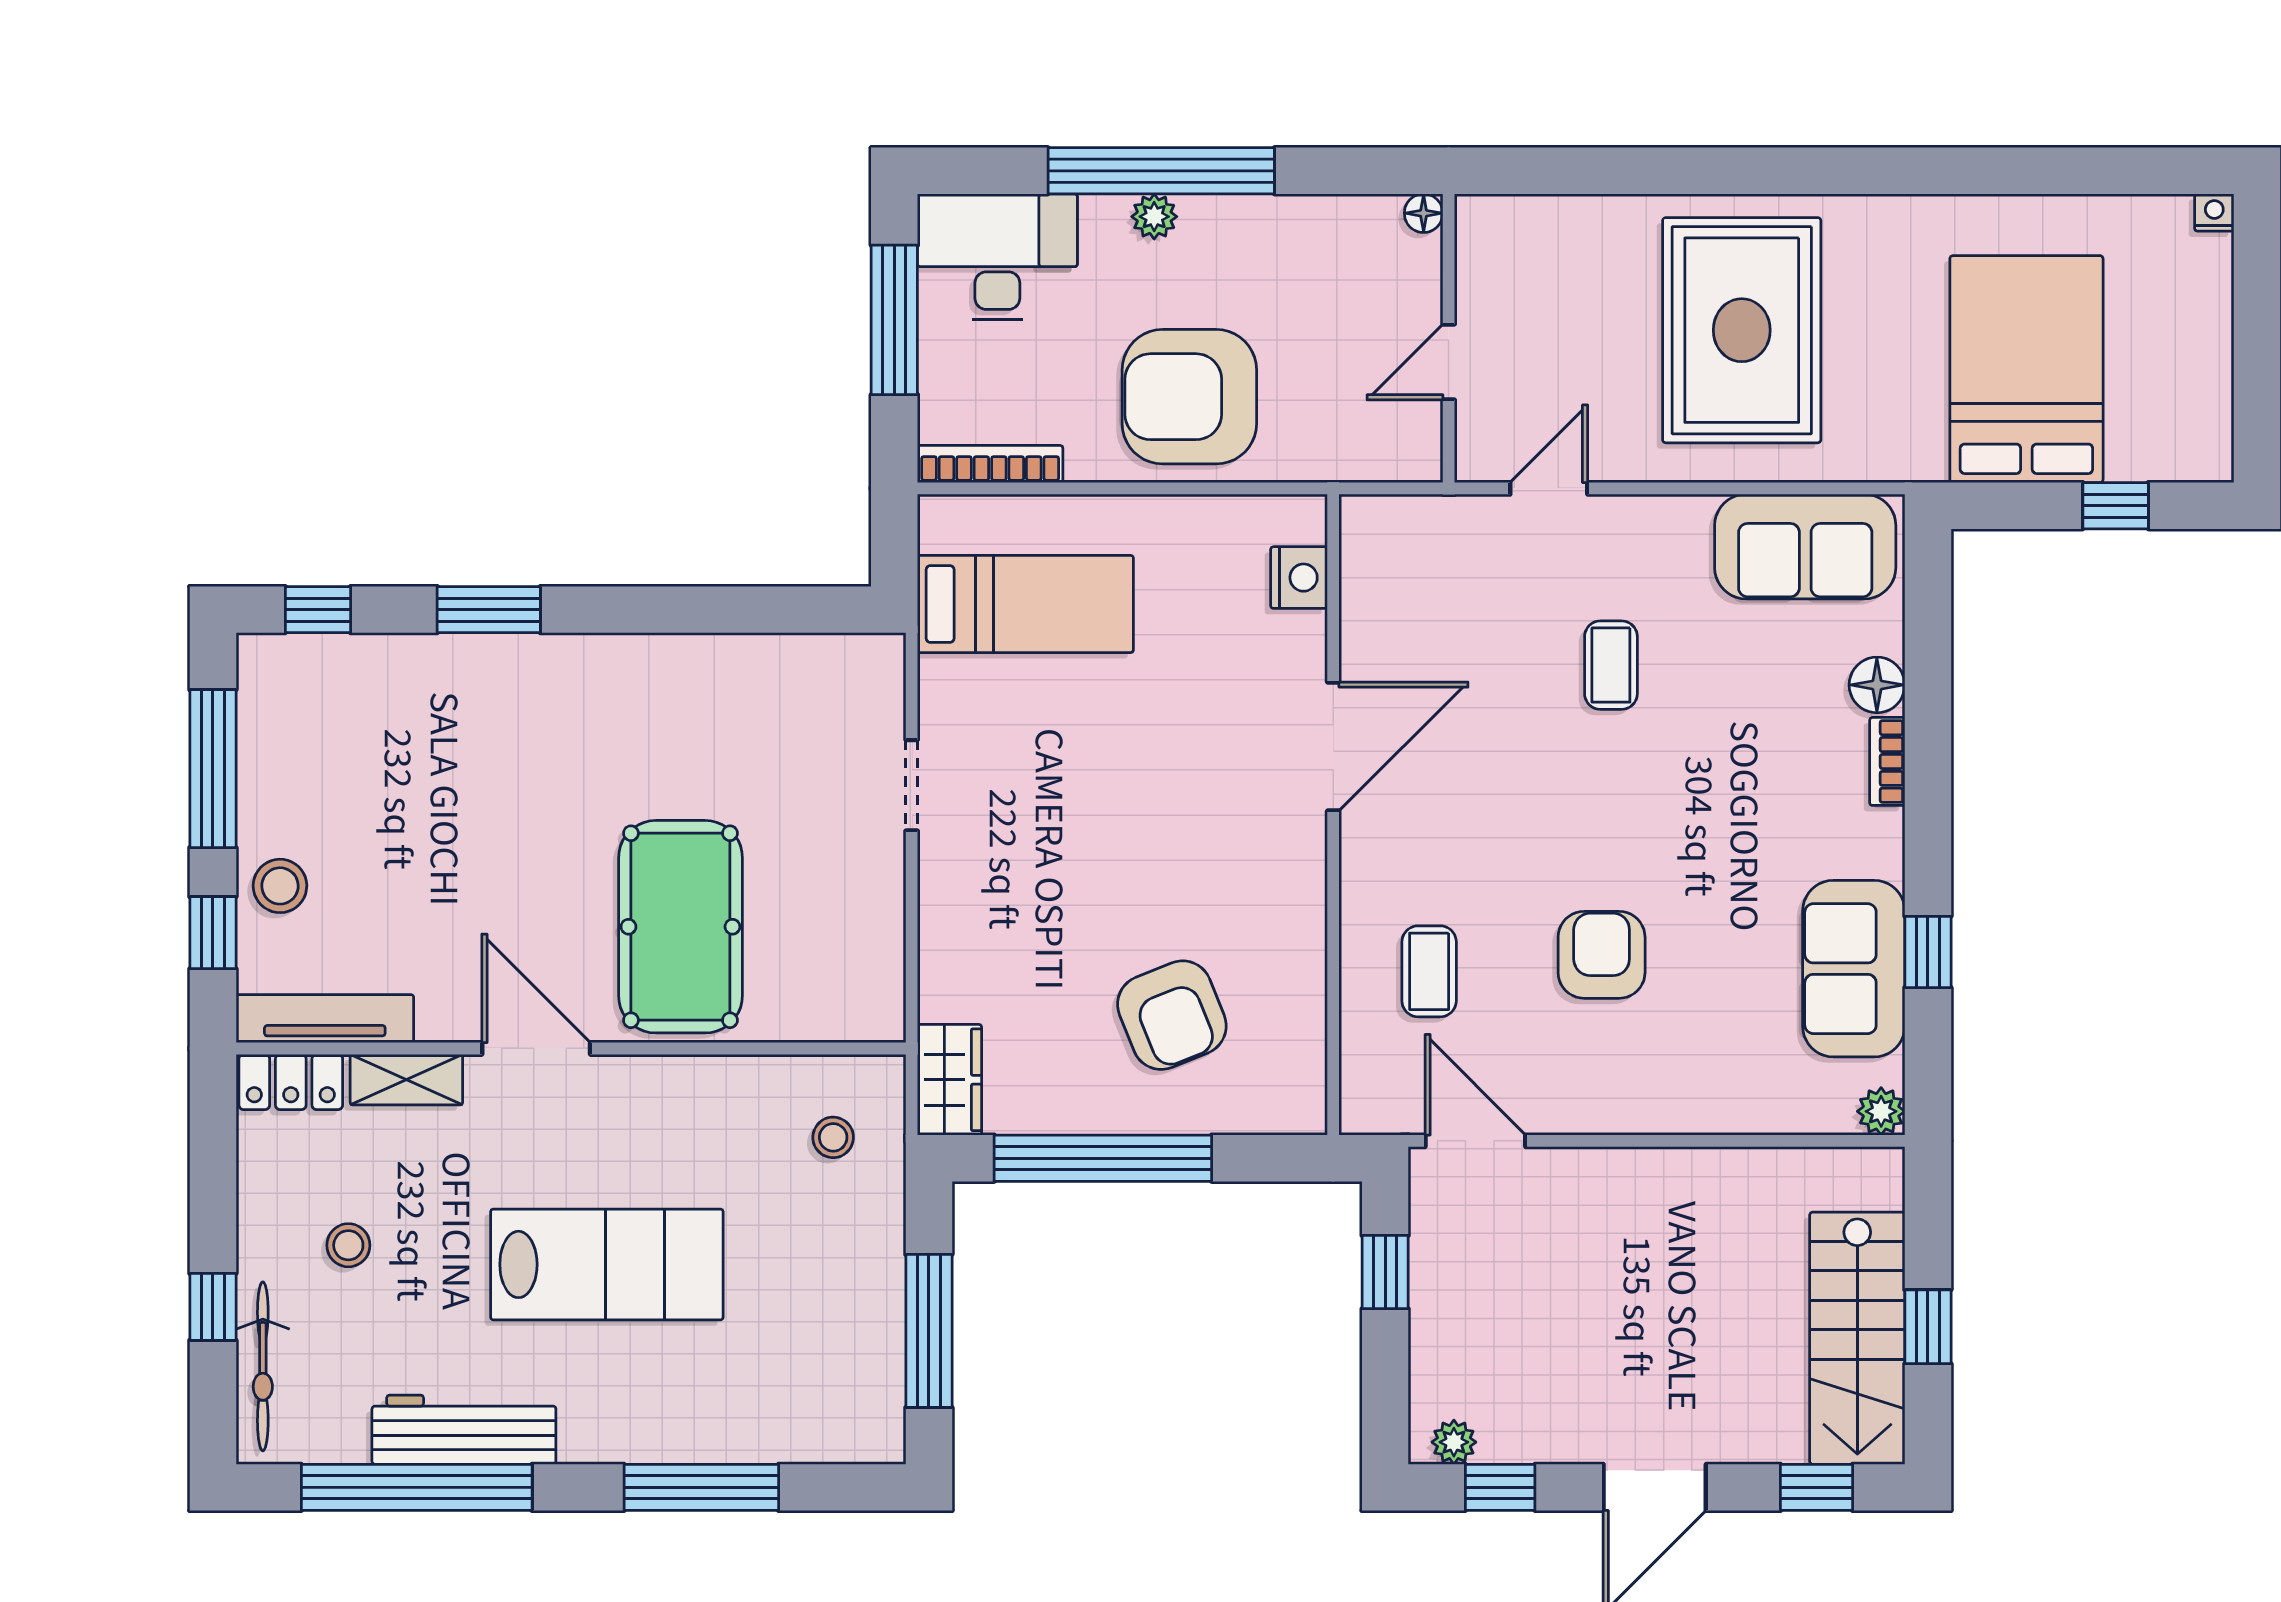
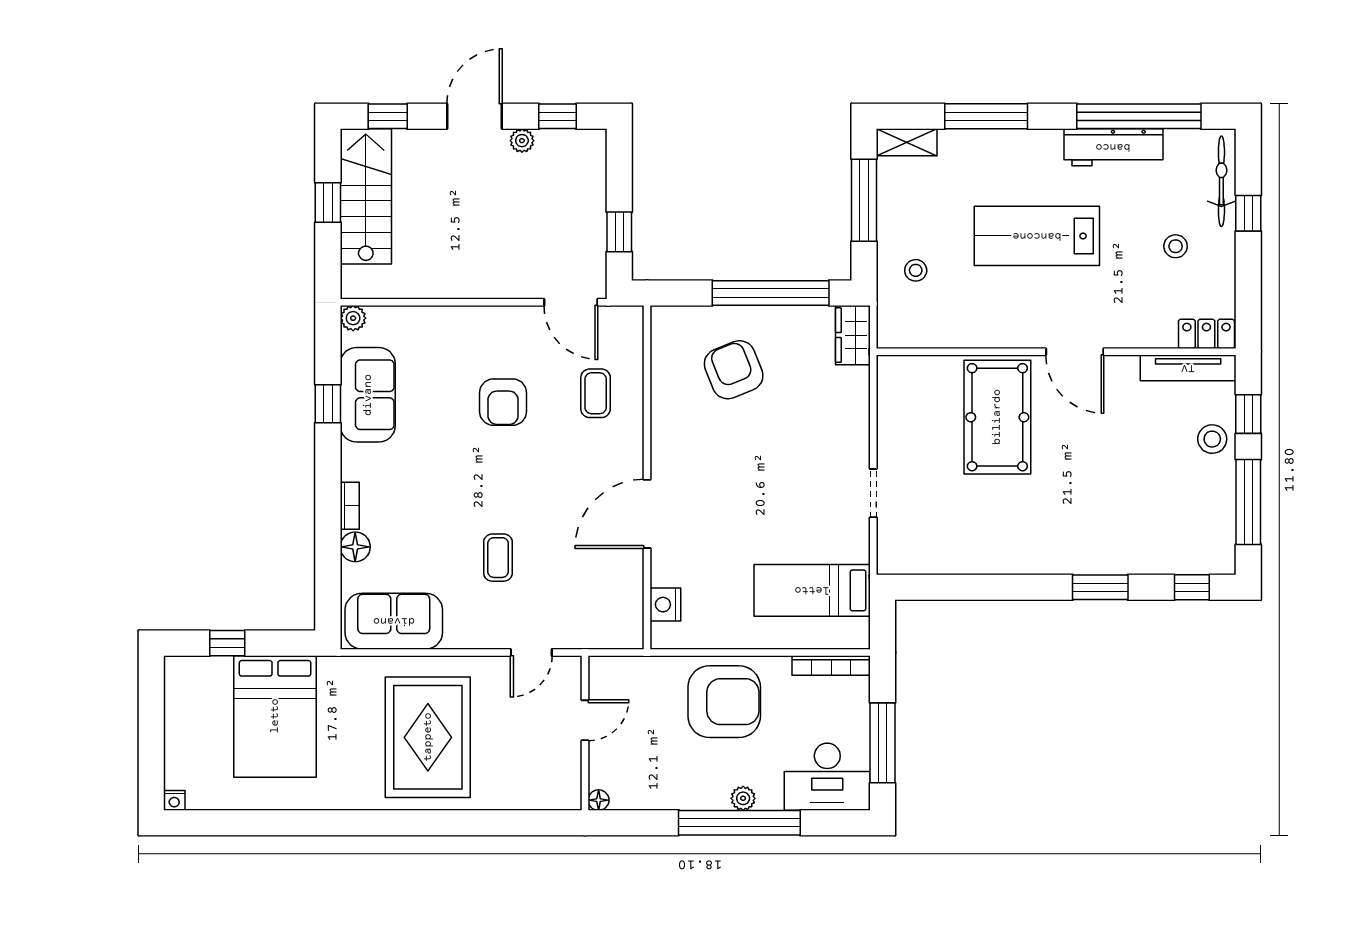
shelving: (406, 1080) -> (907, 142), moved
stool: (833, 1137) -> (916, 270), moved
plant: (1454, 1442) -> (522, 141), moved

